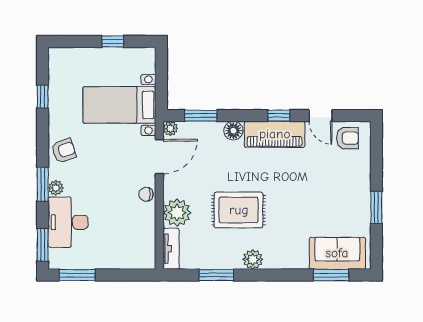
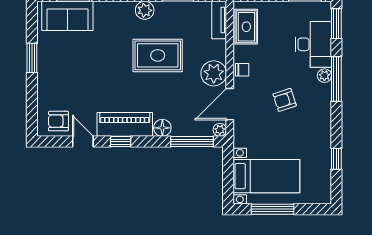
window: (113, 41) -> (273, 209), width x2.17
bed with nightstands: (119, 105) -> (266, 176), moved
window: (201, 116) -> (192, 142), width x1.44
armchair: (64, 151) -> (285, 100), moved
window: (43, 184) -> (336, 79), width x1.44
plant: (177, 213) -> (214, 73), moved
rug: (141, 242) -> (246, 27), added

